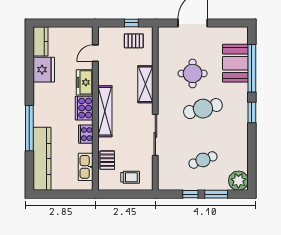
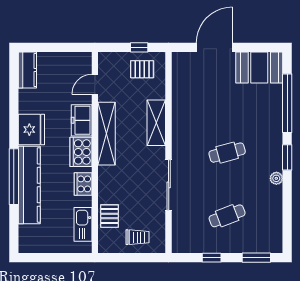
booth: (235, 63) -> (259, 68), moved, turned 90
fridge: (44, 70) -> (31, 130), moved
round table: (193, 73) -> (214, 109), removed
cafe table: (203, 109) -> (227, 153), width x0.73, depth x0.74
shelving: (105, 111) -> (106, 134), moved
kitchen counter: (42, 159) -> (29, 185), moved
plant: (238, 181) -> (276, 178), moved, width x0.53, depth x0.53
window: (216, 194) -> (256, 258), moved

